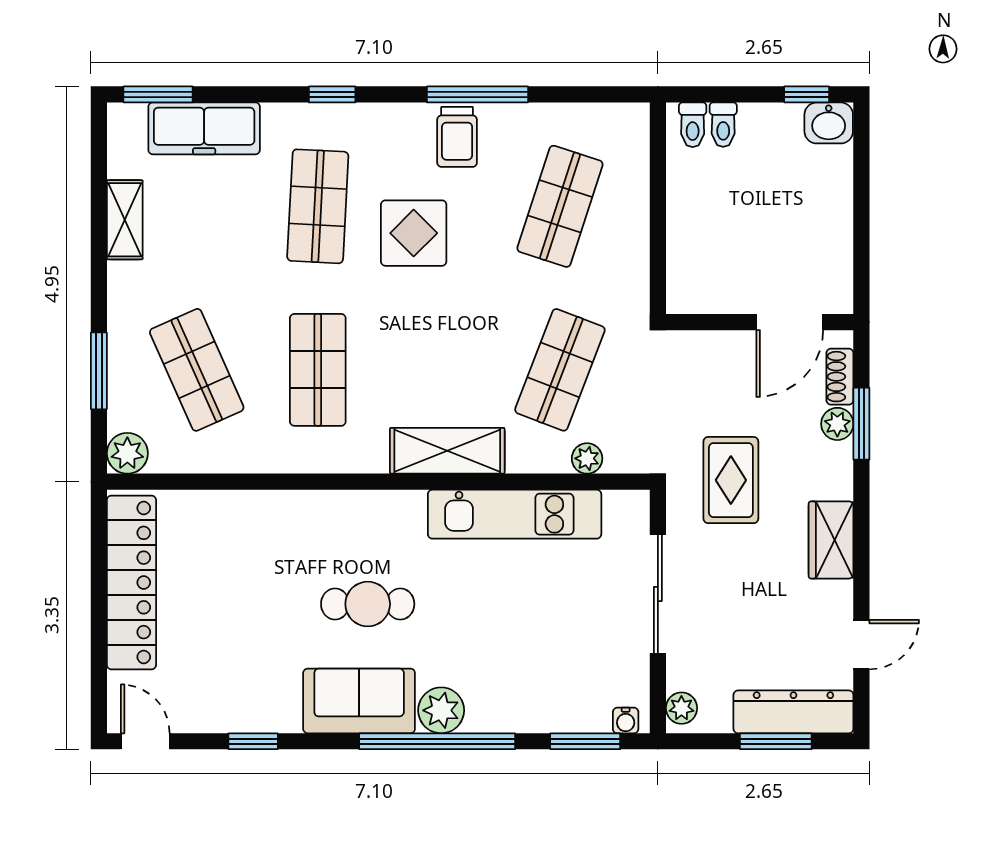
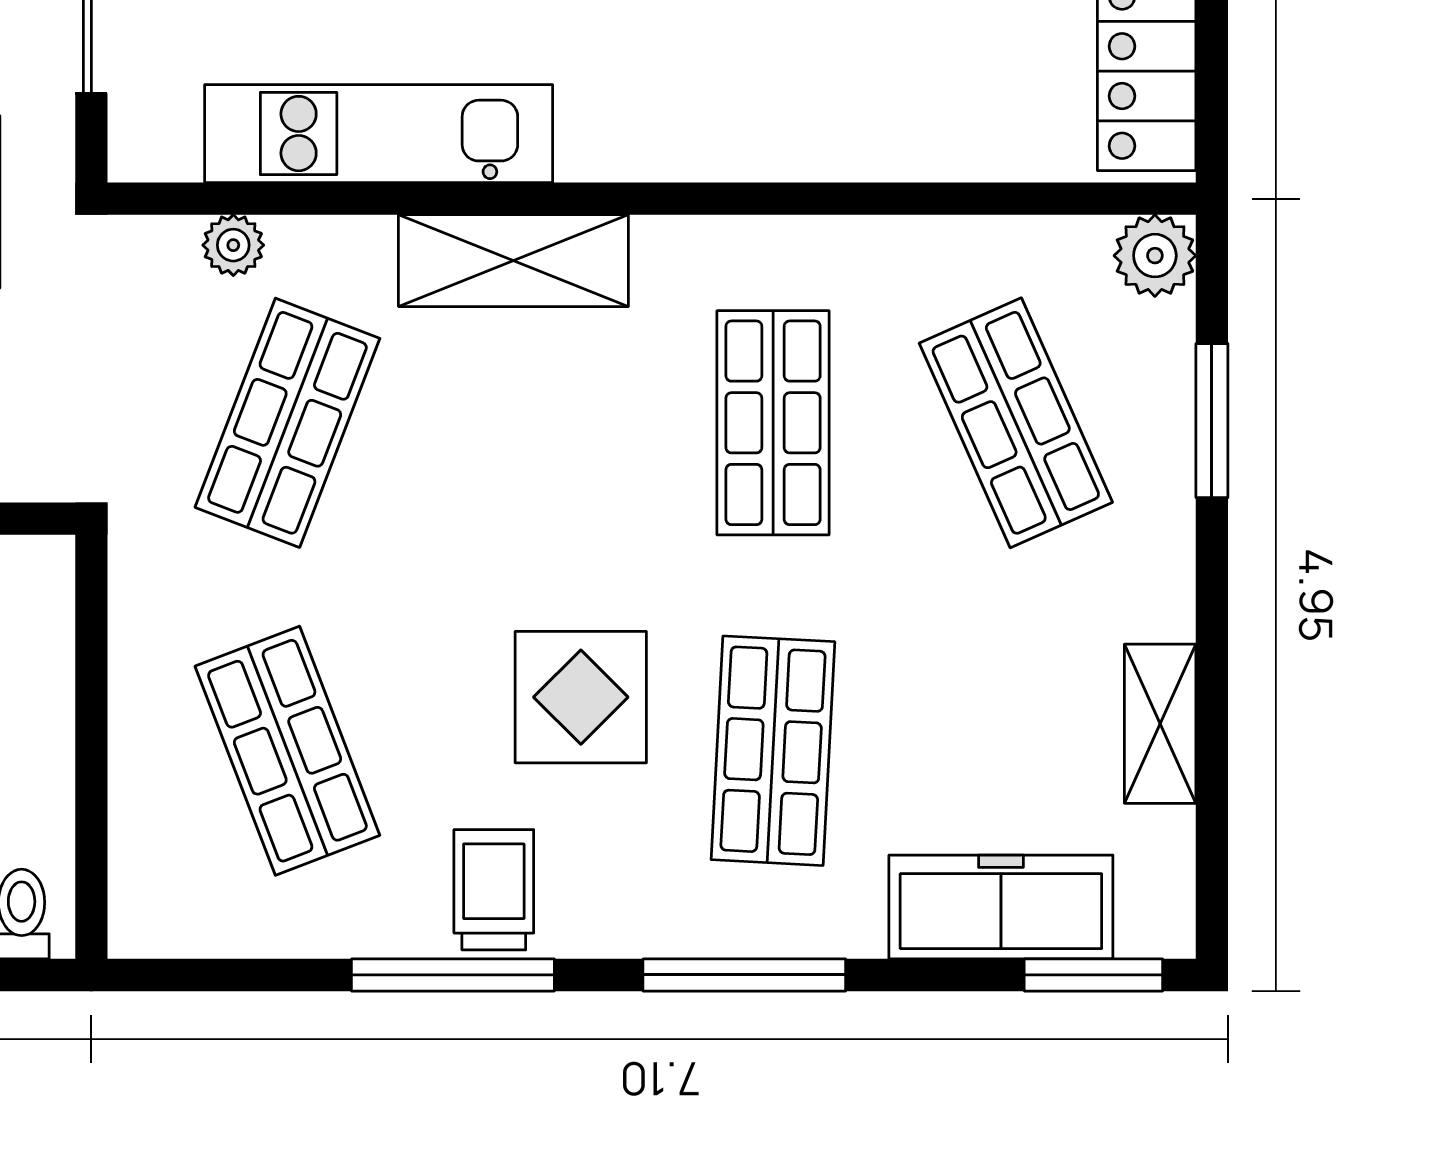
window: (332, 94) -> (744, 975), width x2.17
shop shelf: (560, 206) -> (287, 751), turned -39

